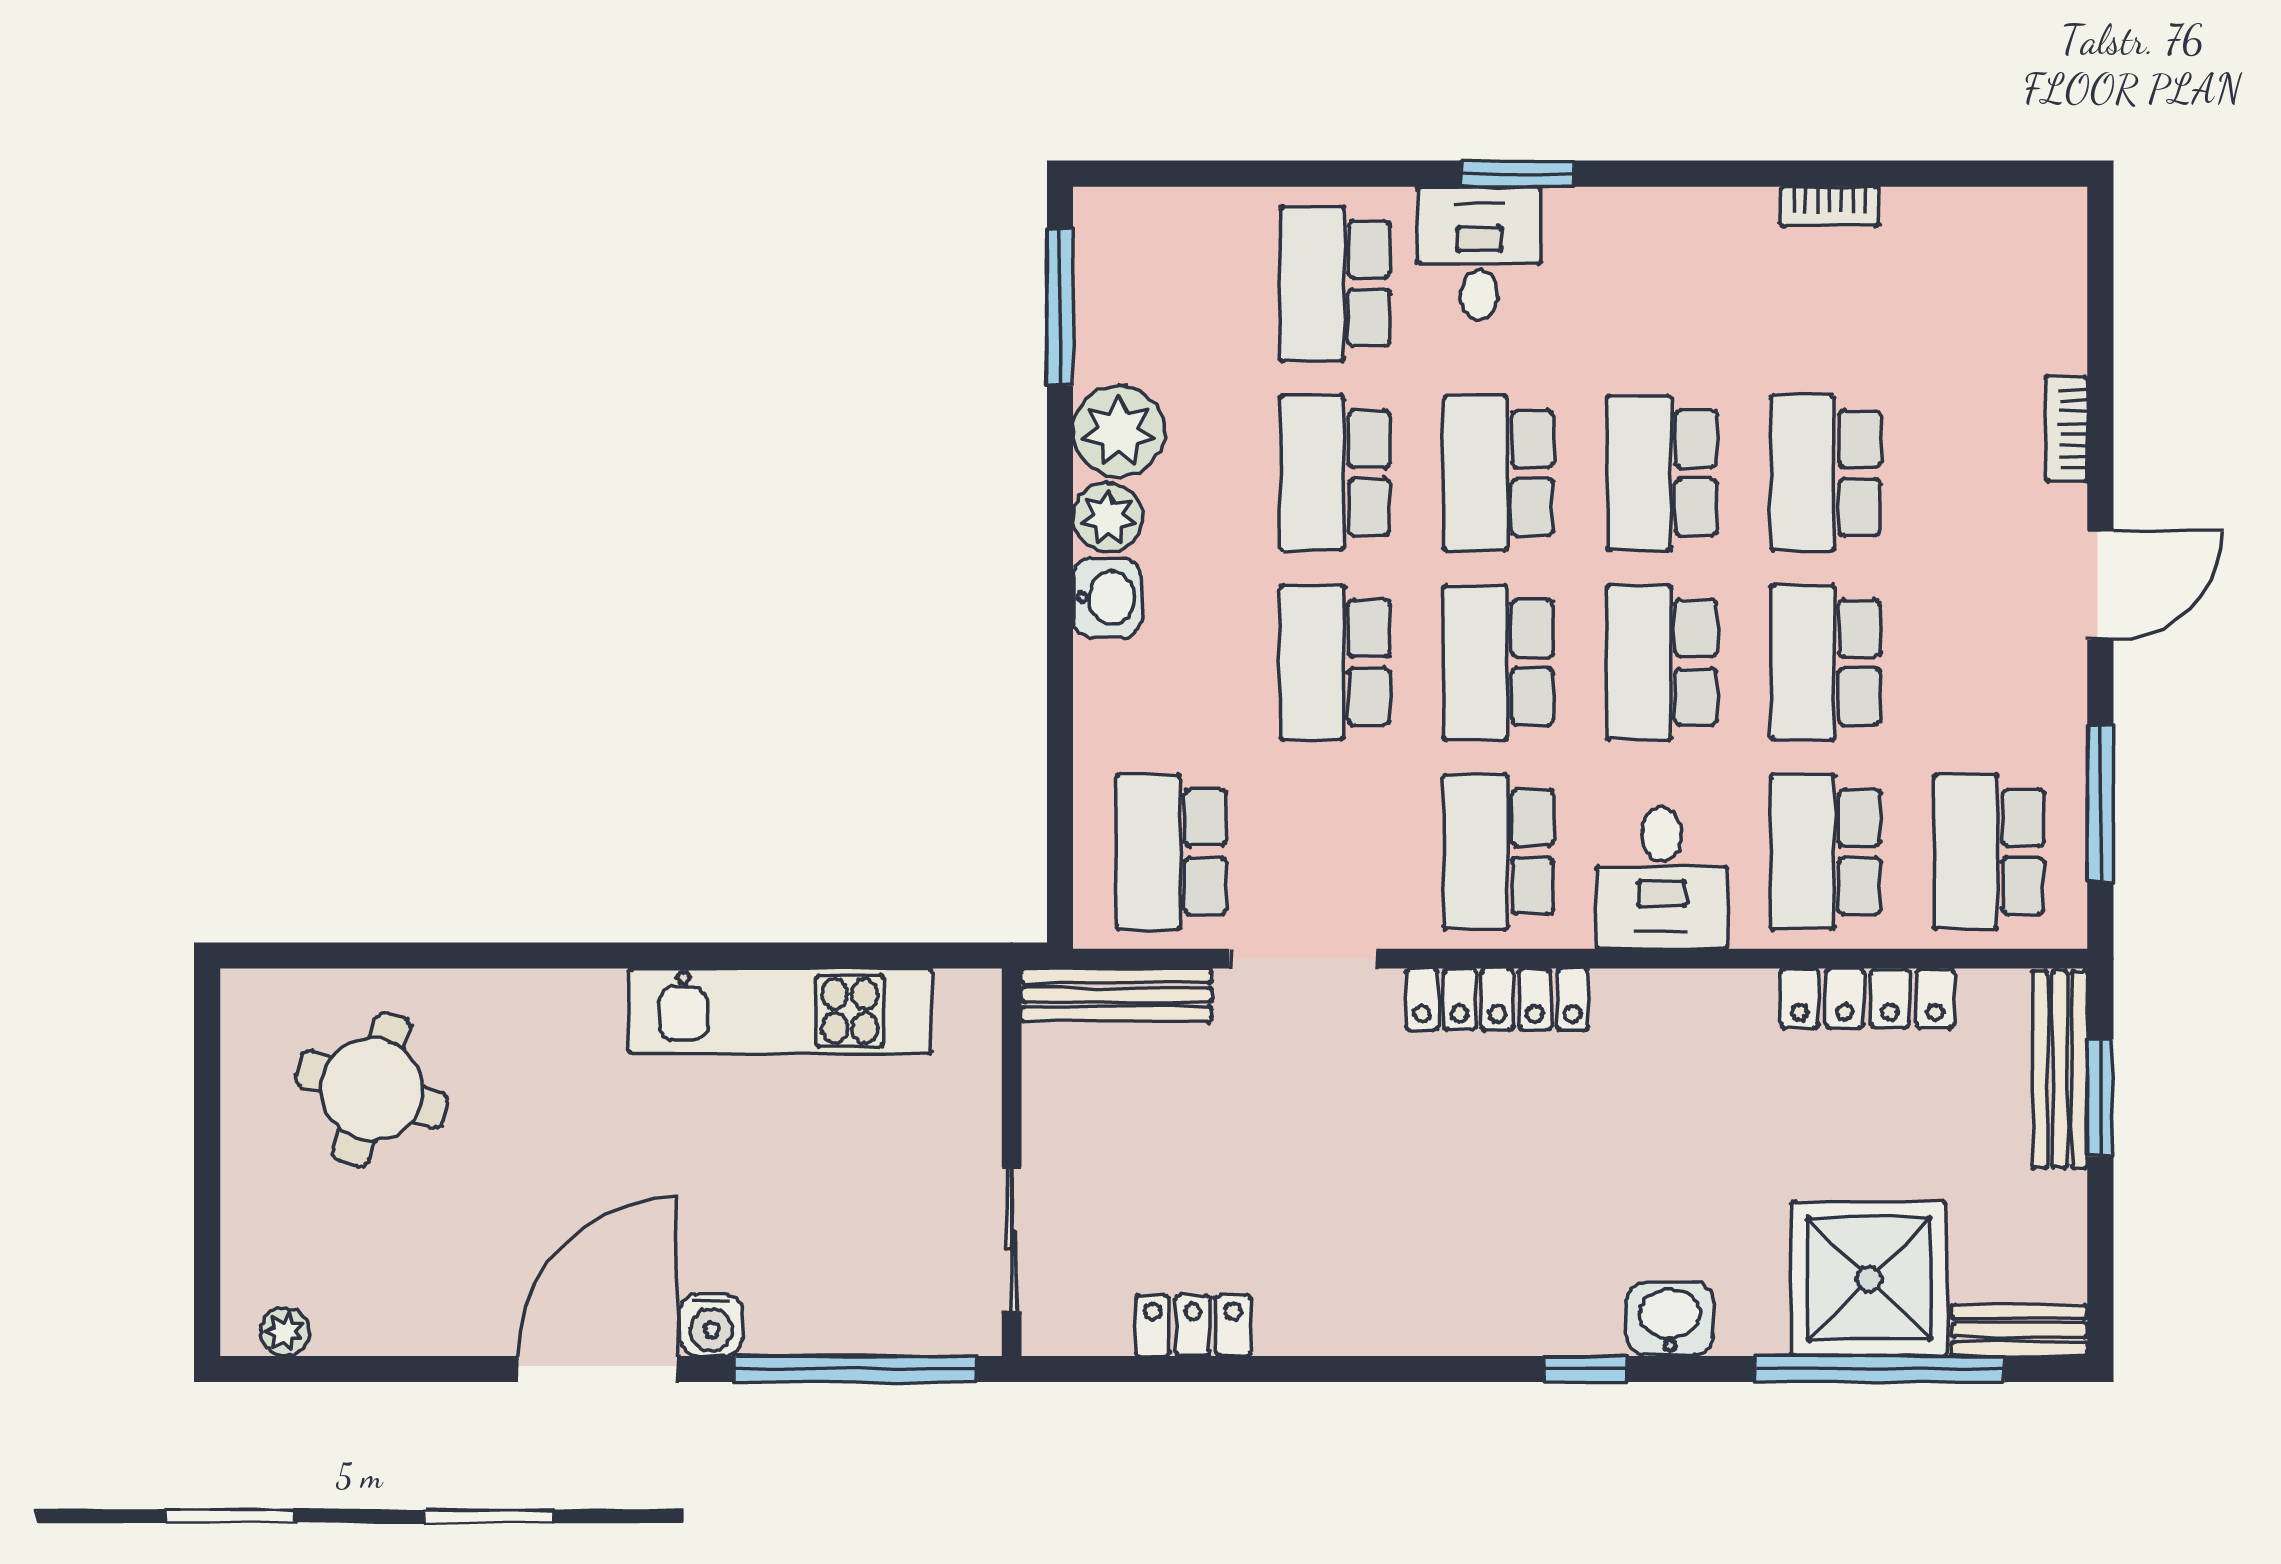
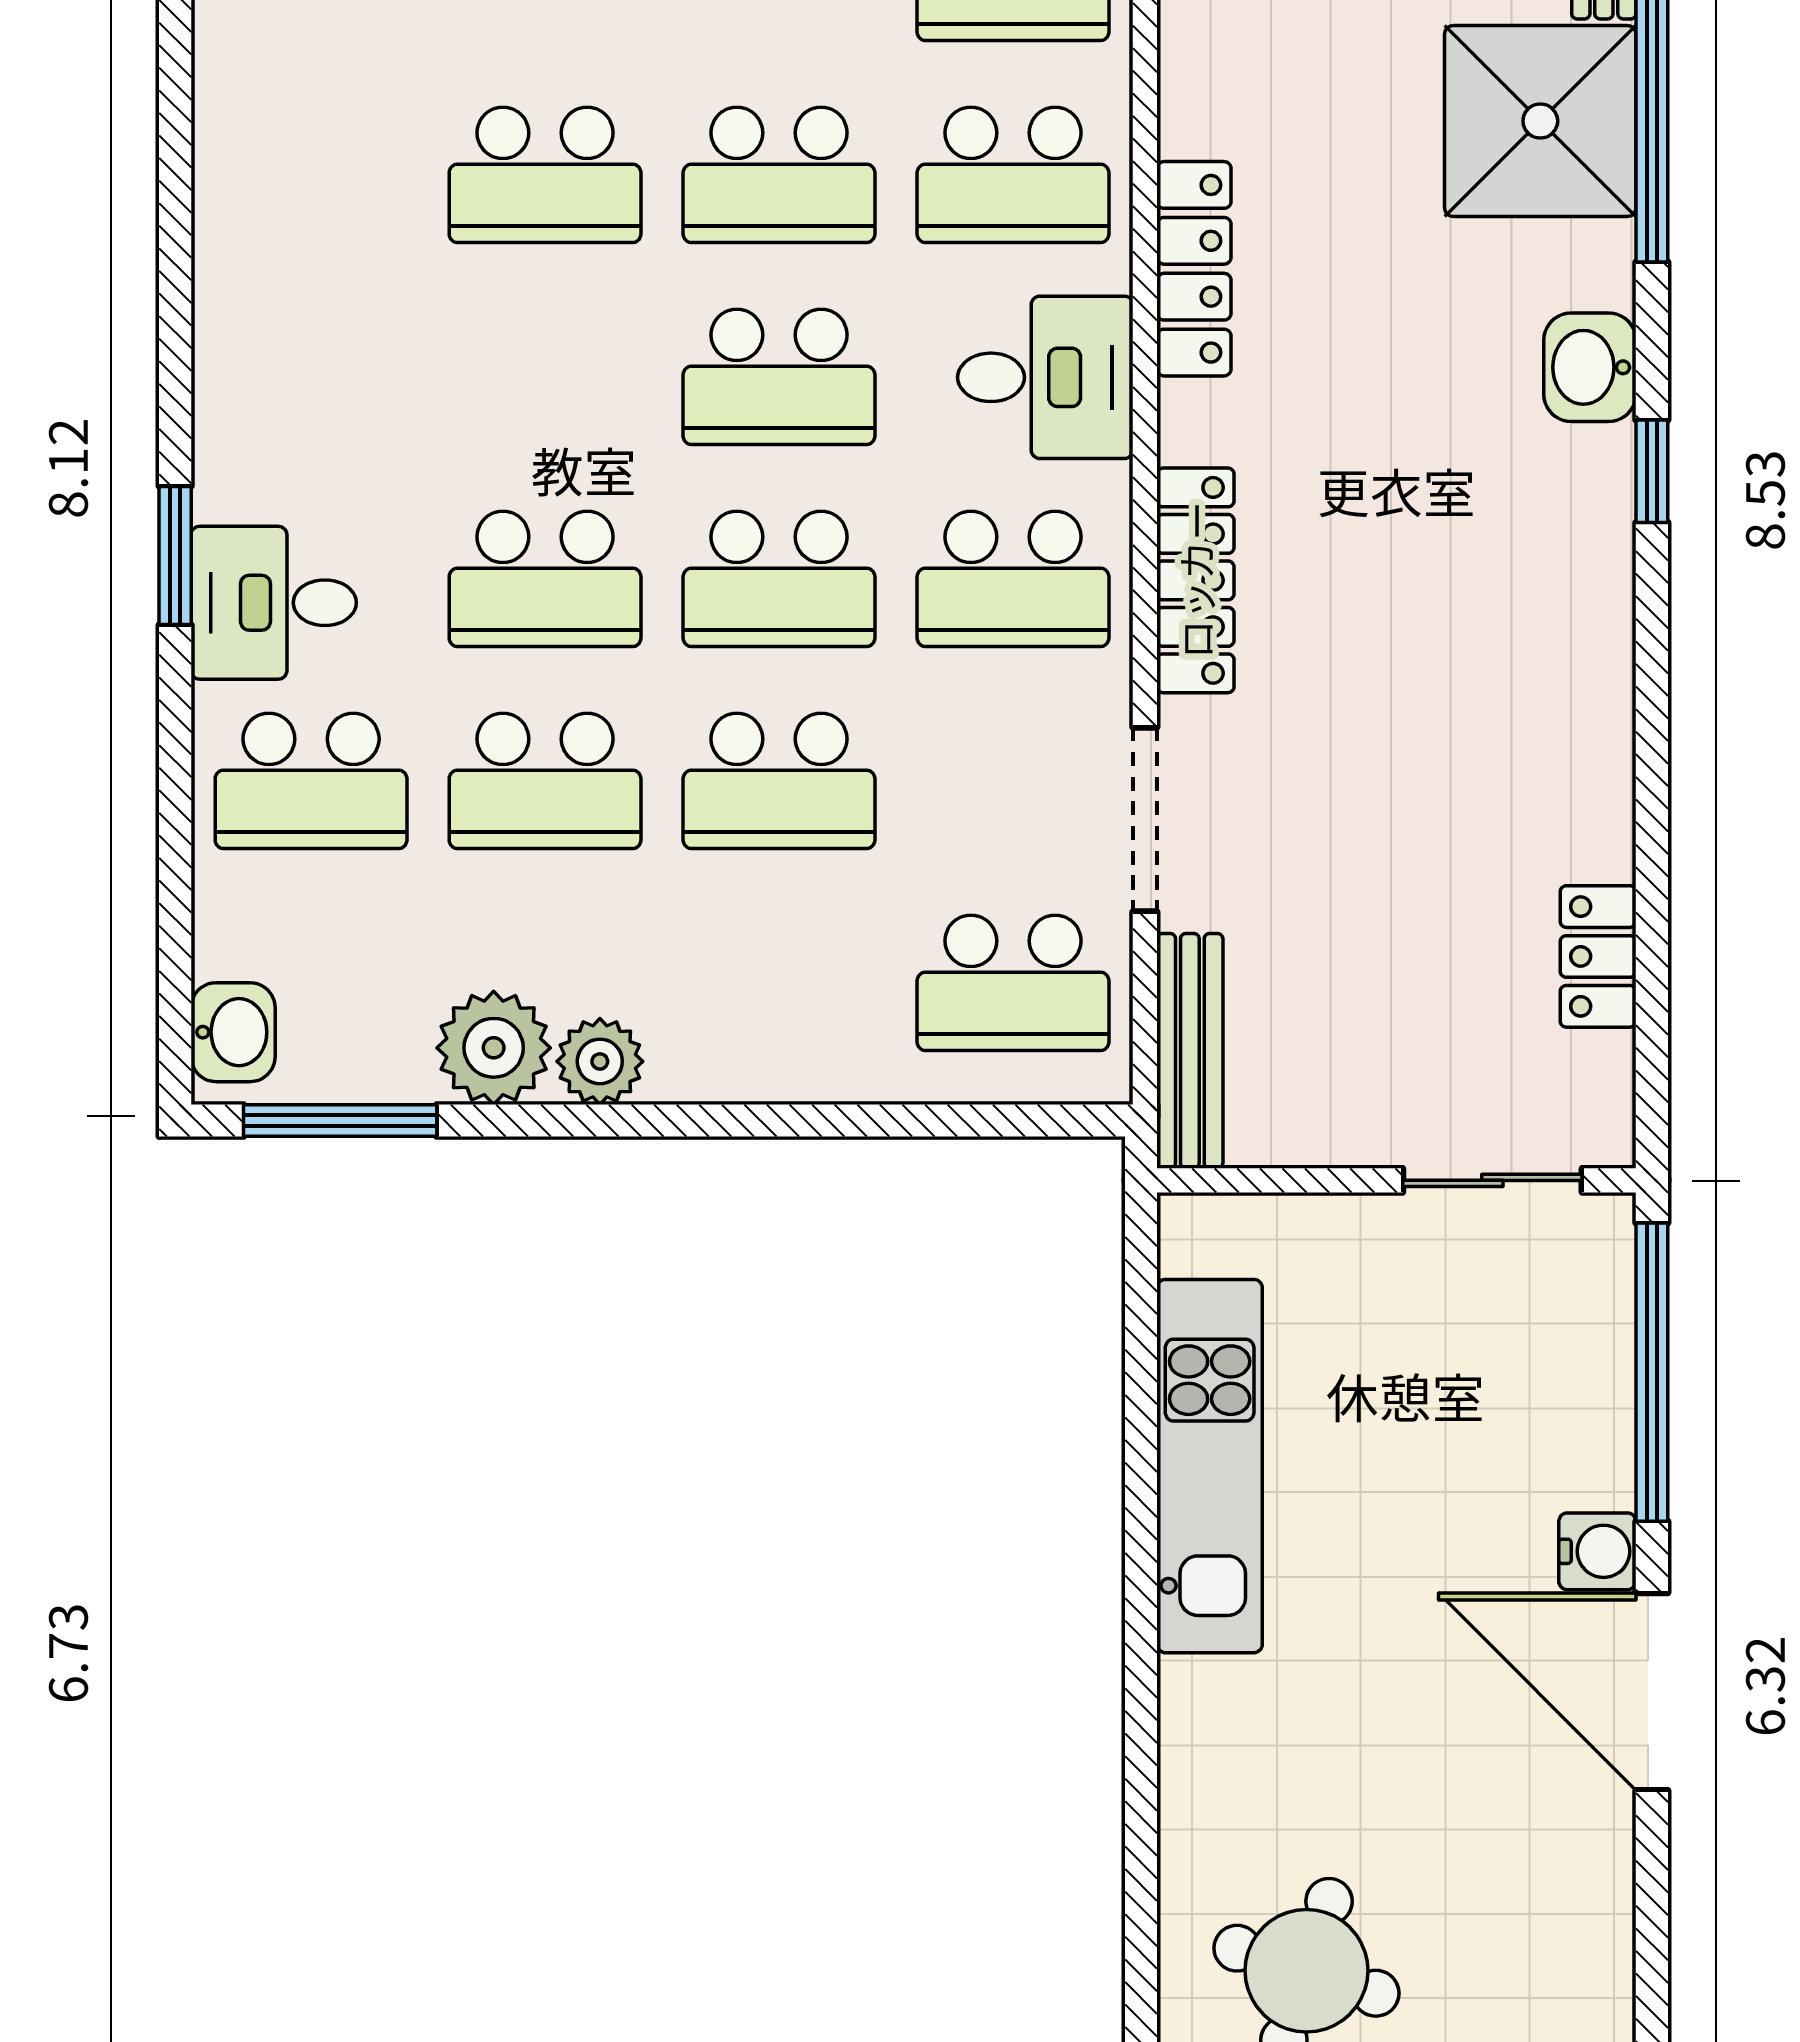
bookcase: (1830, 206) -> (215, 170), removed
school desk: (1662, 473) -> (545, 377), removed
washbasin: (1107, 598) -> (233, 1032), moved, turned 90
locker: (1867, 998) -> (1194, 269), moved

